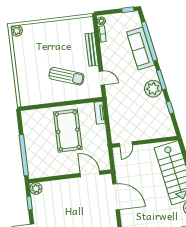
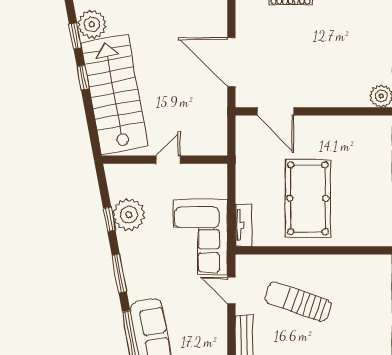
plant: (153, 89) -> (129, 215), moved
corner sofa: (121, 104) -> (201, 237), added
door: (126, 144) -> (168, 160), moved

